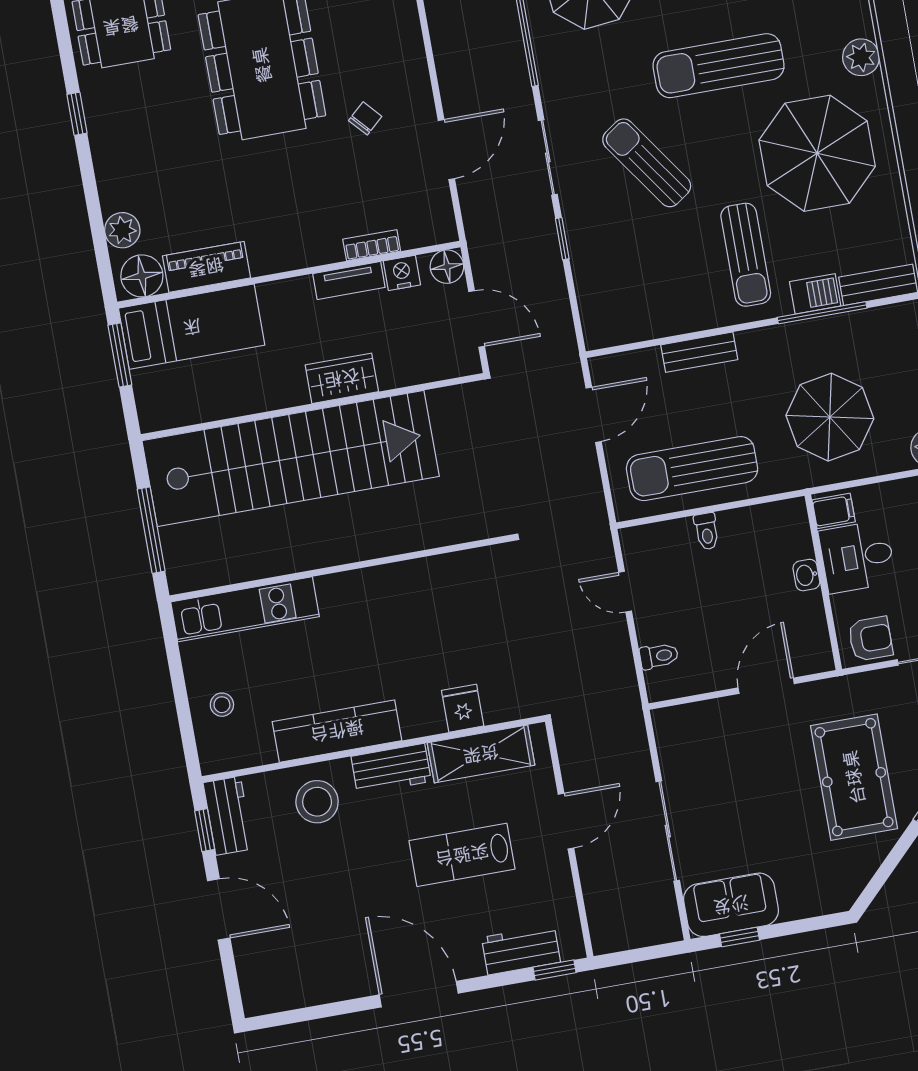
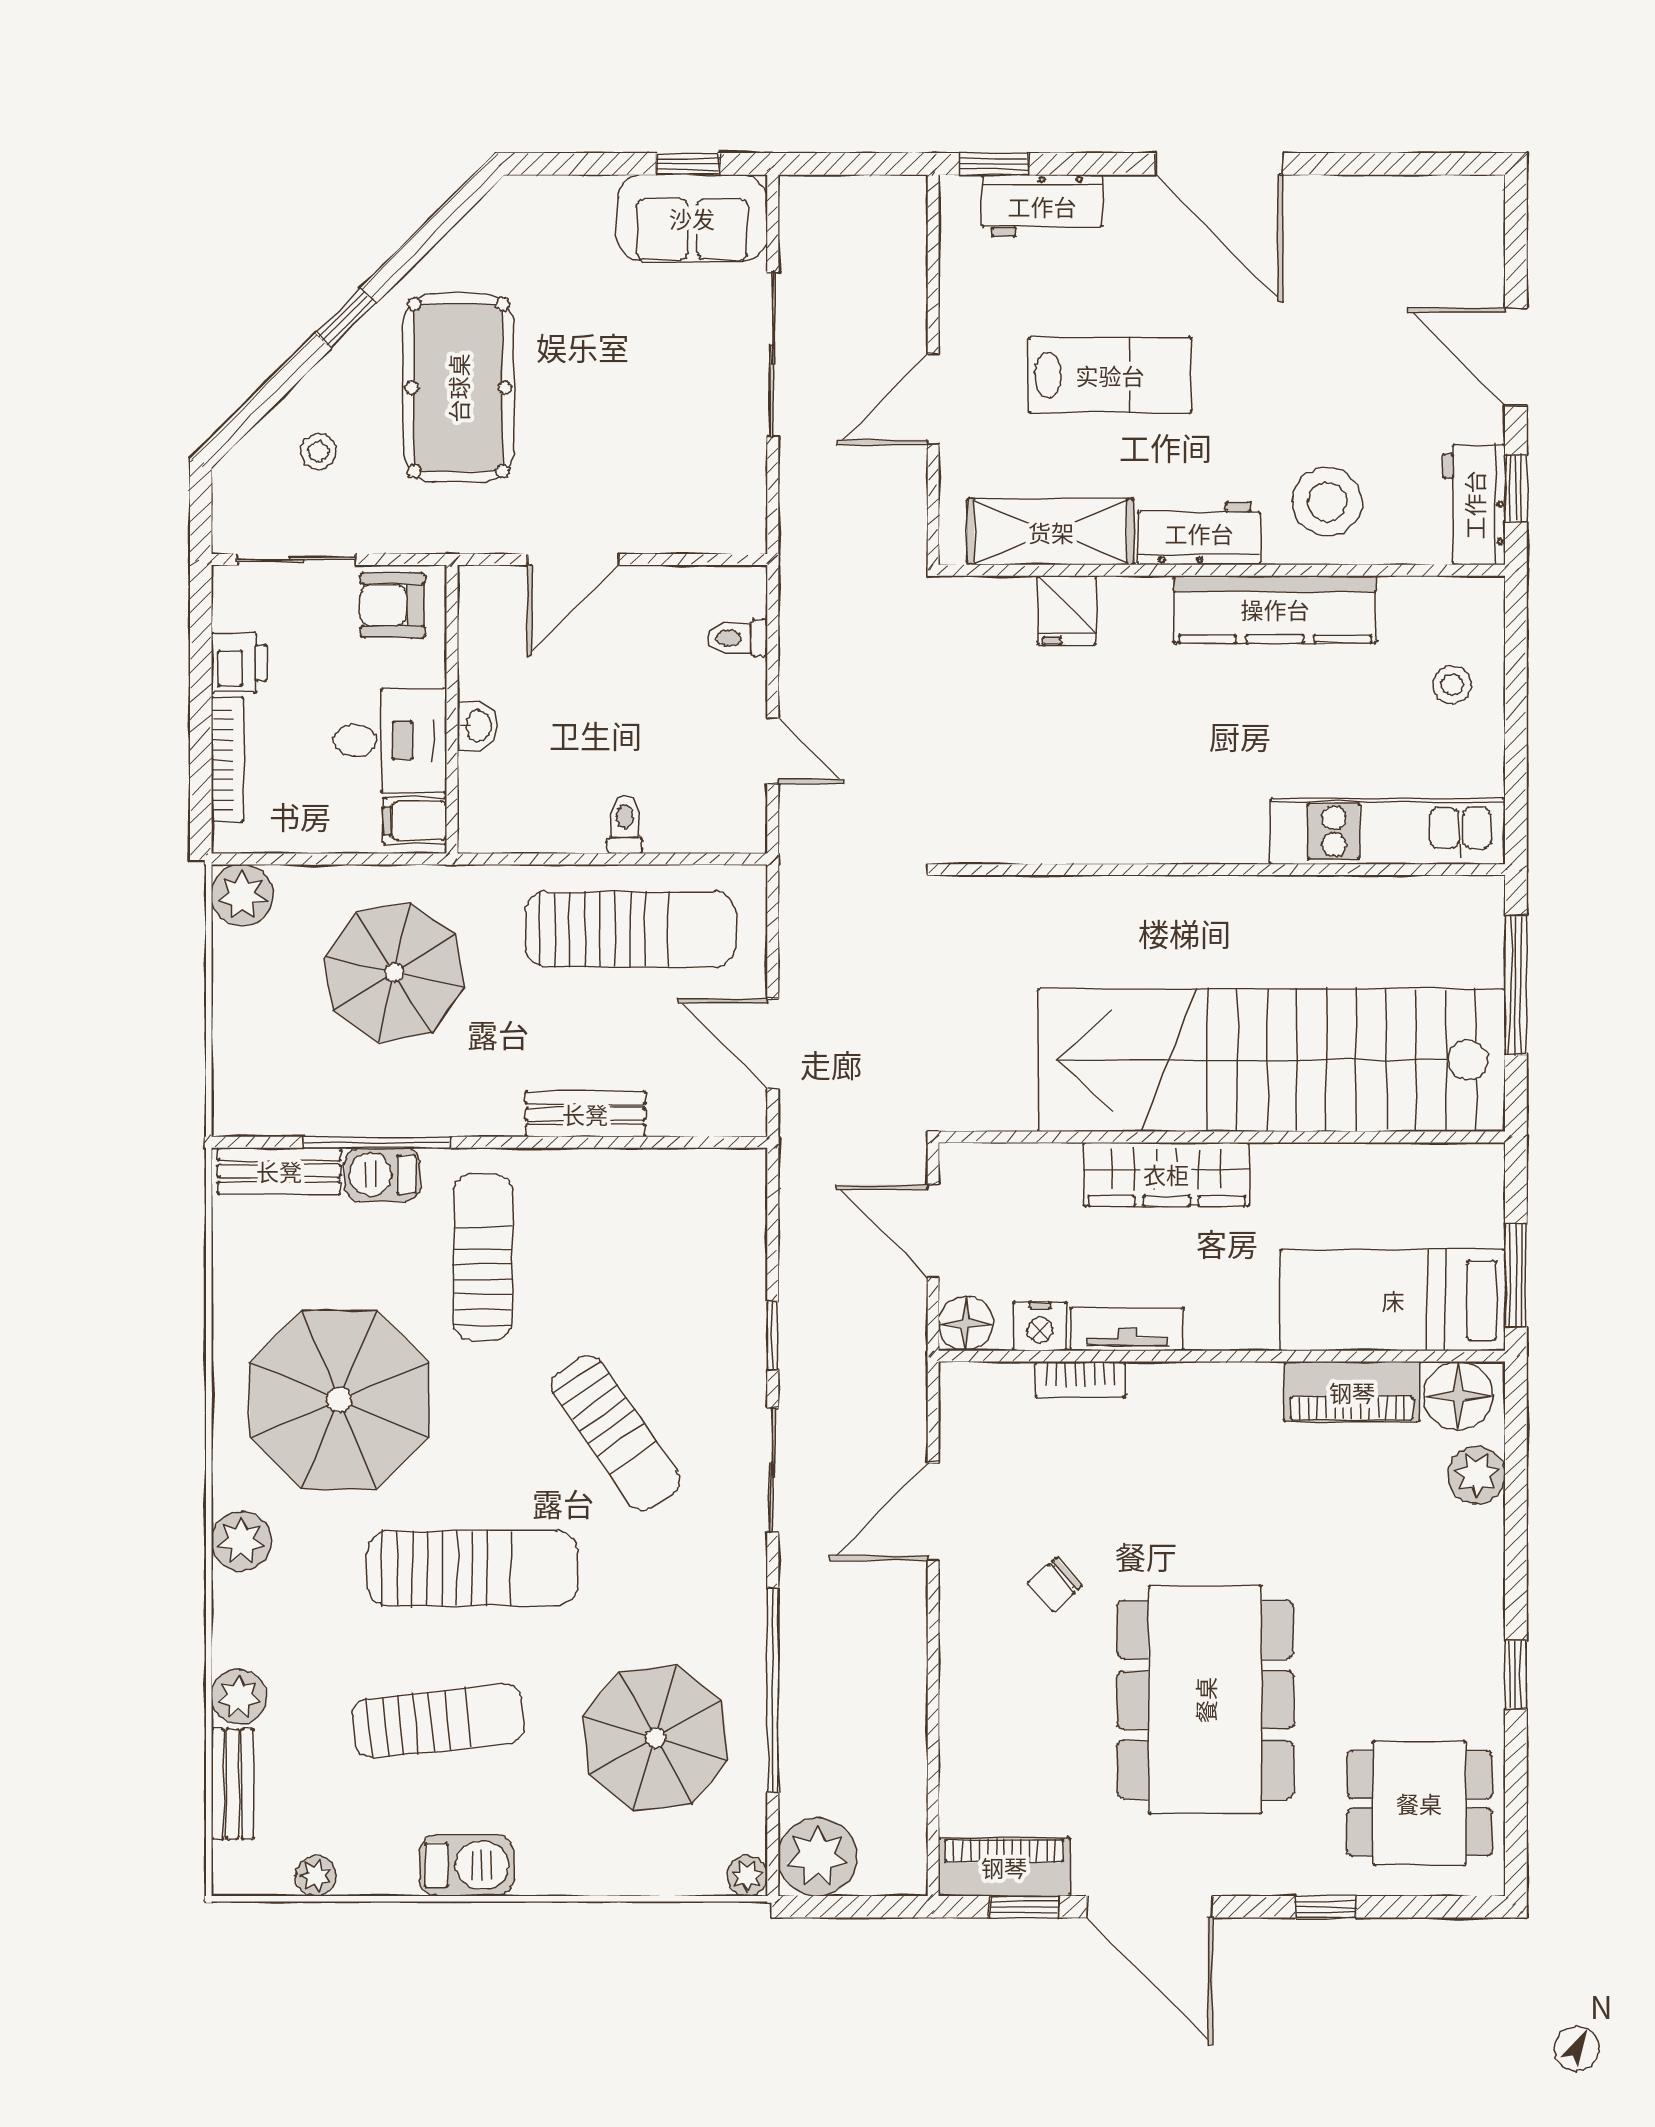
wardrobe: (342, 378) -> (1166, 1174), width x1.50
door: (594, 415) -> (773, 1044), hinge flipped

